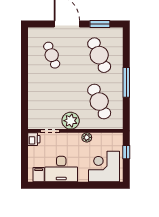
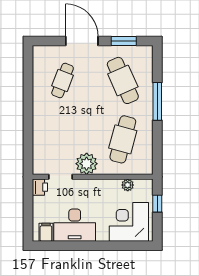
cafe table: (52, 55) -> (63, 80), turned 42
window: (126, 82) -> (157, 101), moved
cafe table: (99, 102) -> (123, 139), turned 39
plant: (87, 137) -> (128, 185), moved

